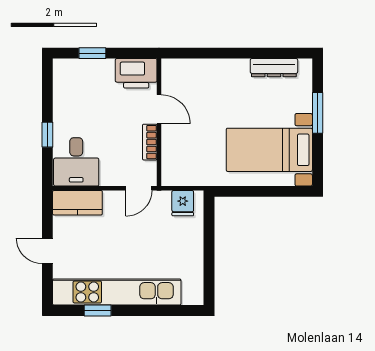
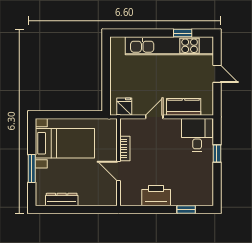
door: (159, 109) -> (119, 171), moved
wall: (159, 122) -> (119, 162), moved
bookcase: (150, 142) -> (125, 148), moved
kitchen counter: (77, 203) -> (184, 107), moved

